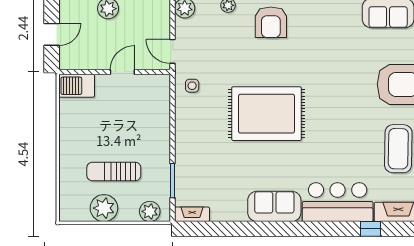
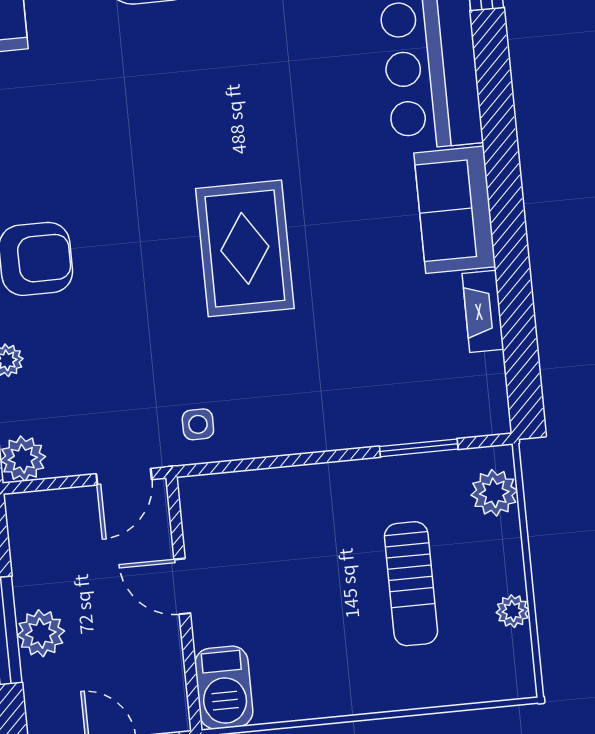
rug: (266, 114) -> (245, 248), width x0.73, depth x0.69
plant: (104, 208) -> (513, 611), width x0.53, depth x0.53
fireplace: (192, 214) -> (483, 311), moved

